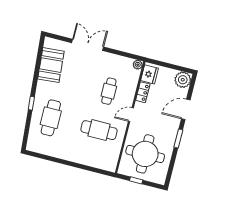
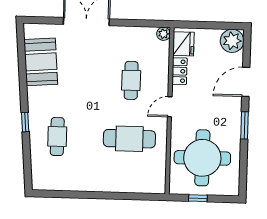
cafe table: (51, 118) -> (57, 137), width x0.73, depth x0.74

